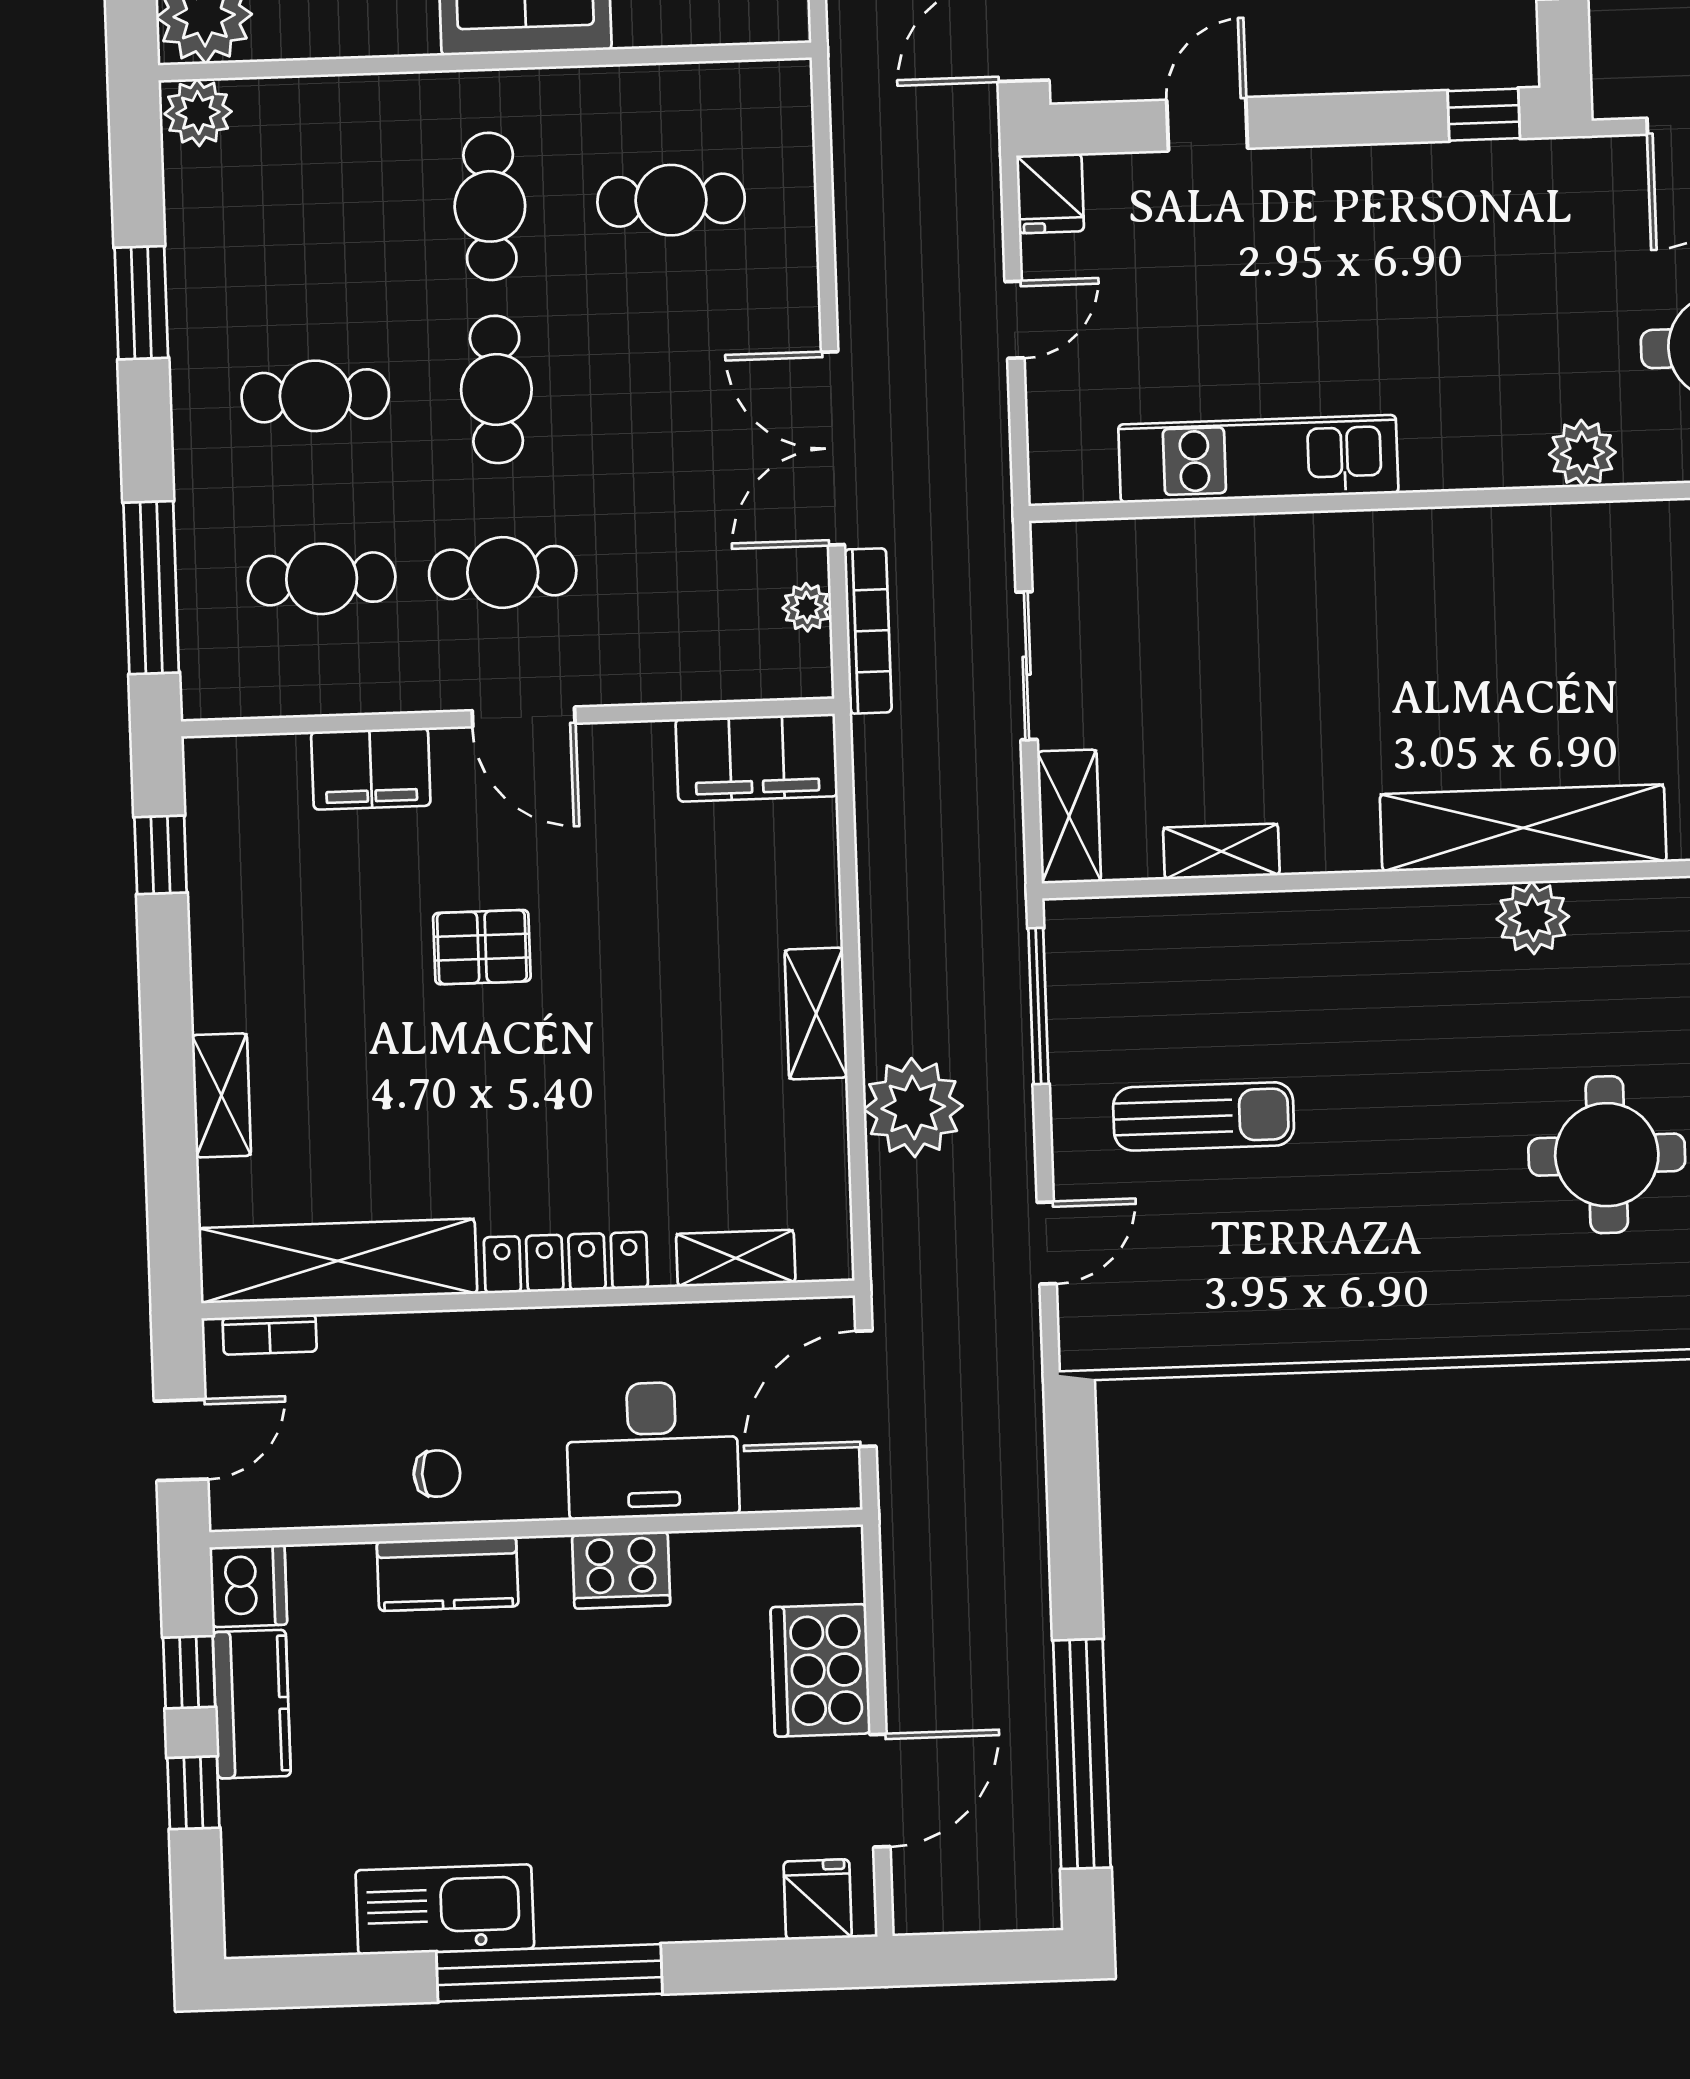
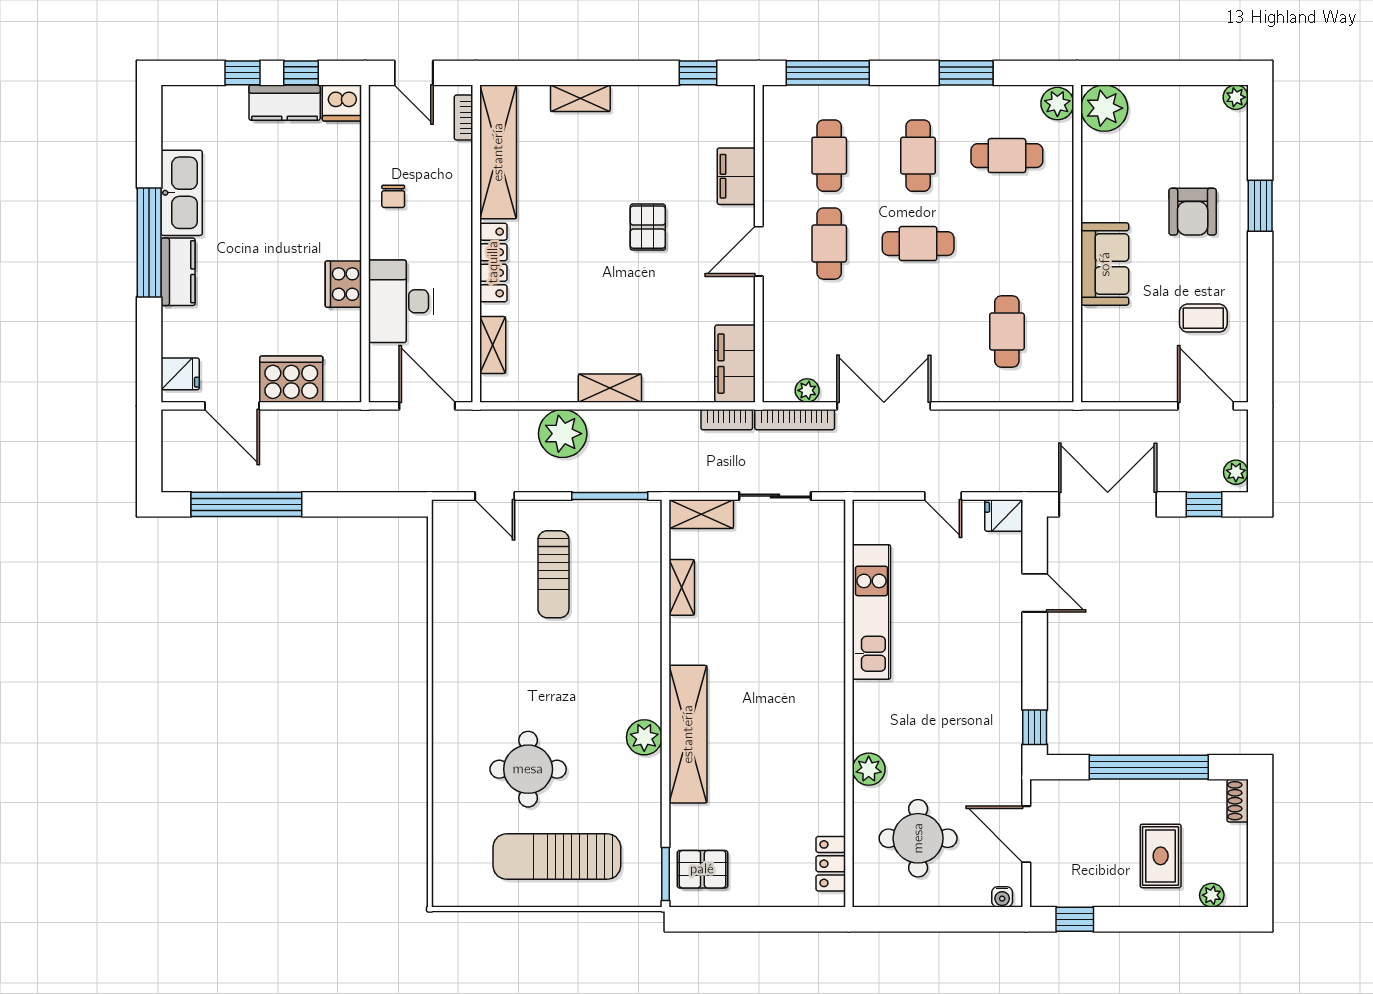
cafe table: (490, 206) -> (1007, 156), moved
bookcase: (873, 771) -> (727, 420), added
kitchen counter: (448, 1574) -> (178, 272), moved, turned 180

